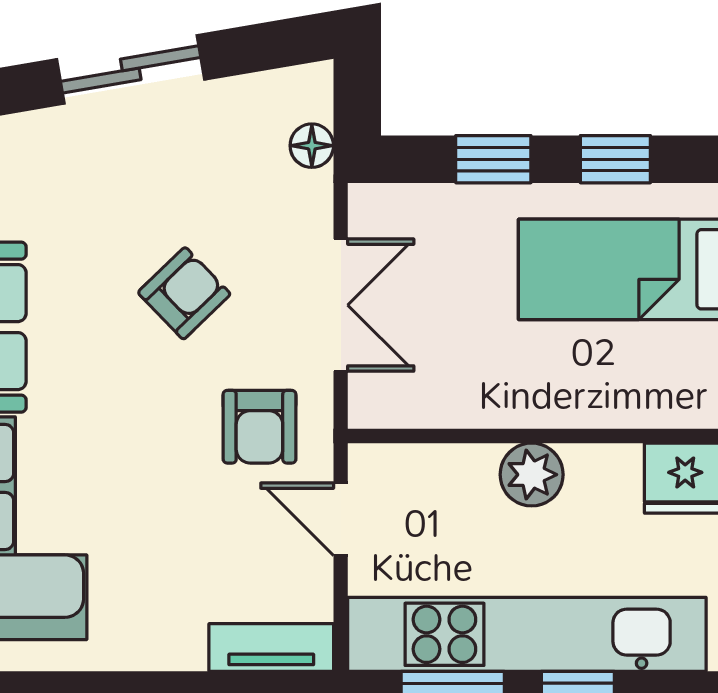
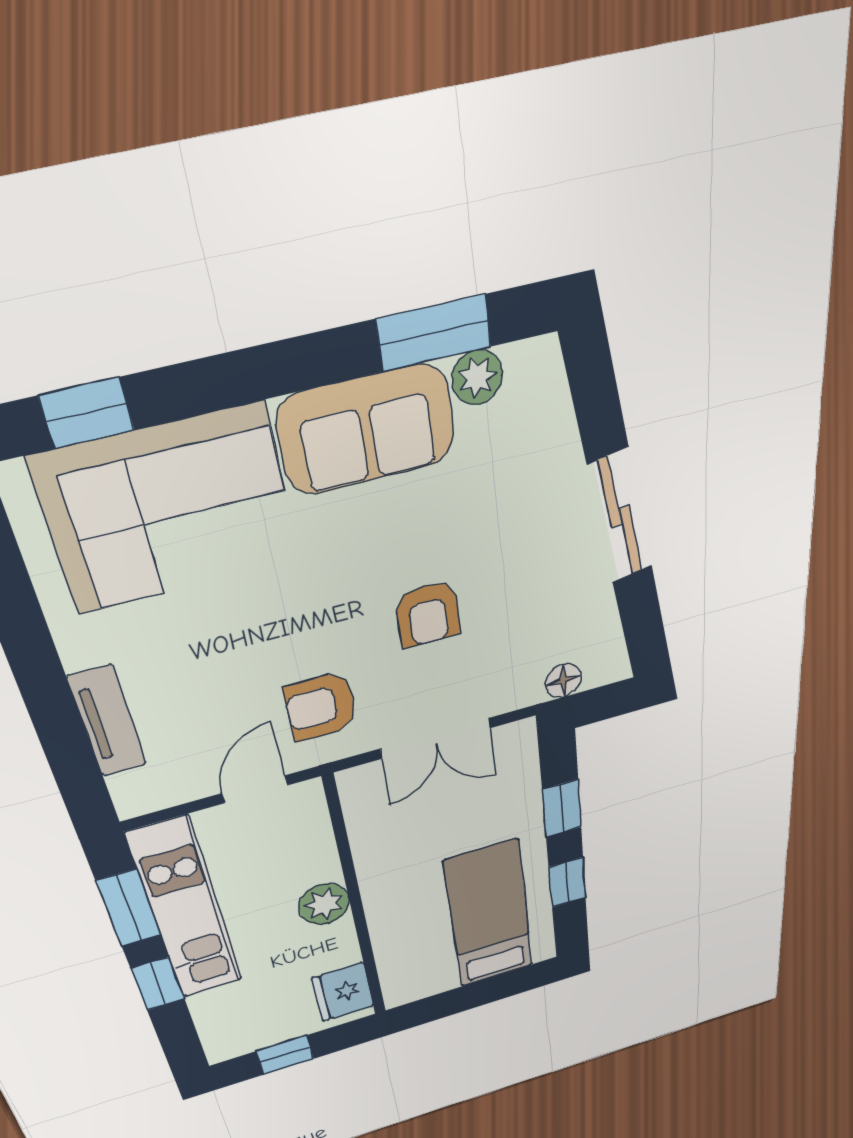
armchair: (184, 293) -> (428, 614), turned 44
kitchen unit: (527, 634) -> (186, 910), width x0.73
tv unit: (271, 648) -> (107, 721), moved

